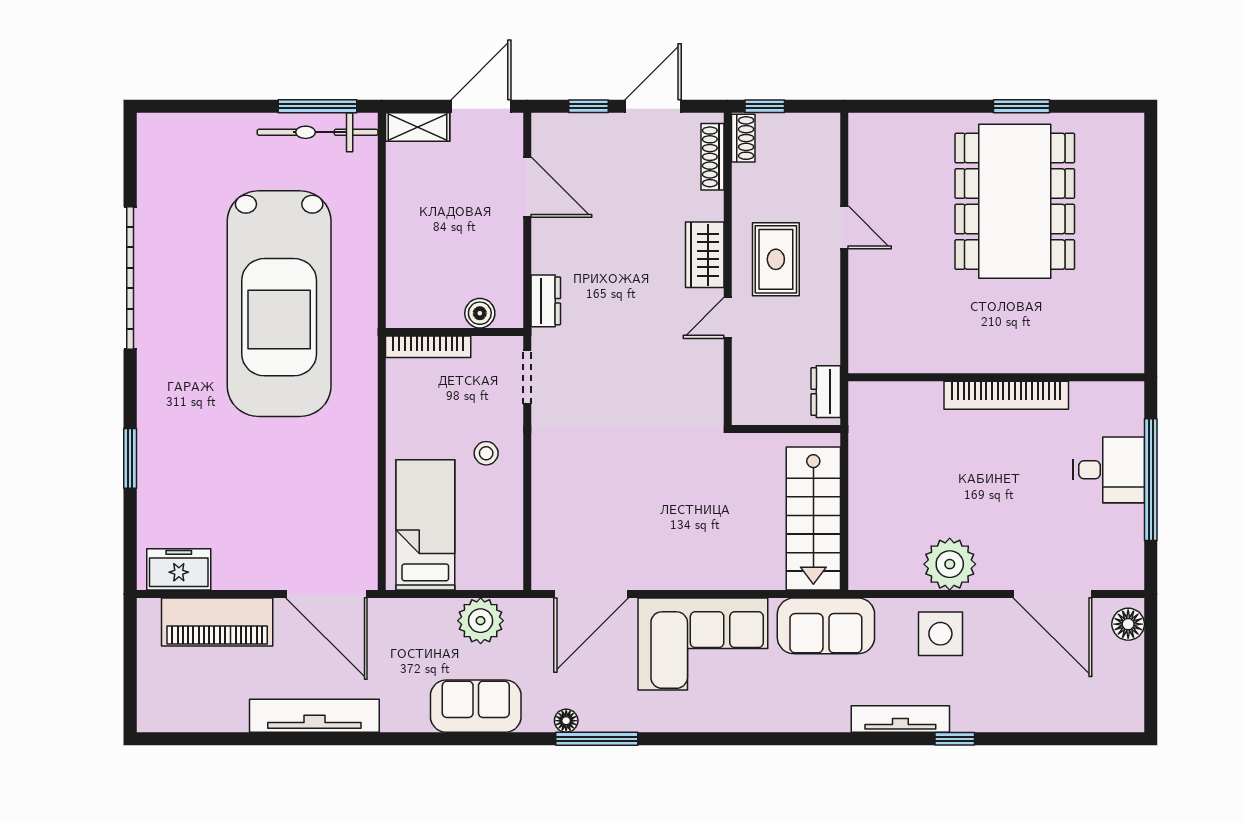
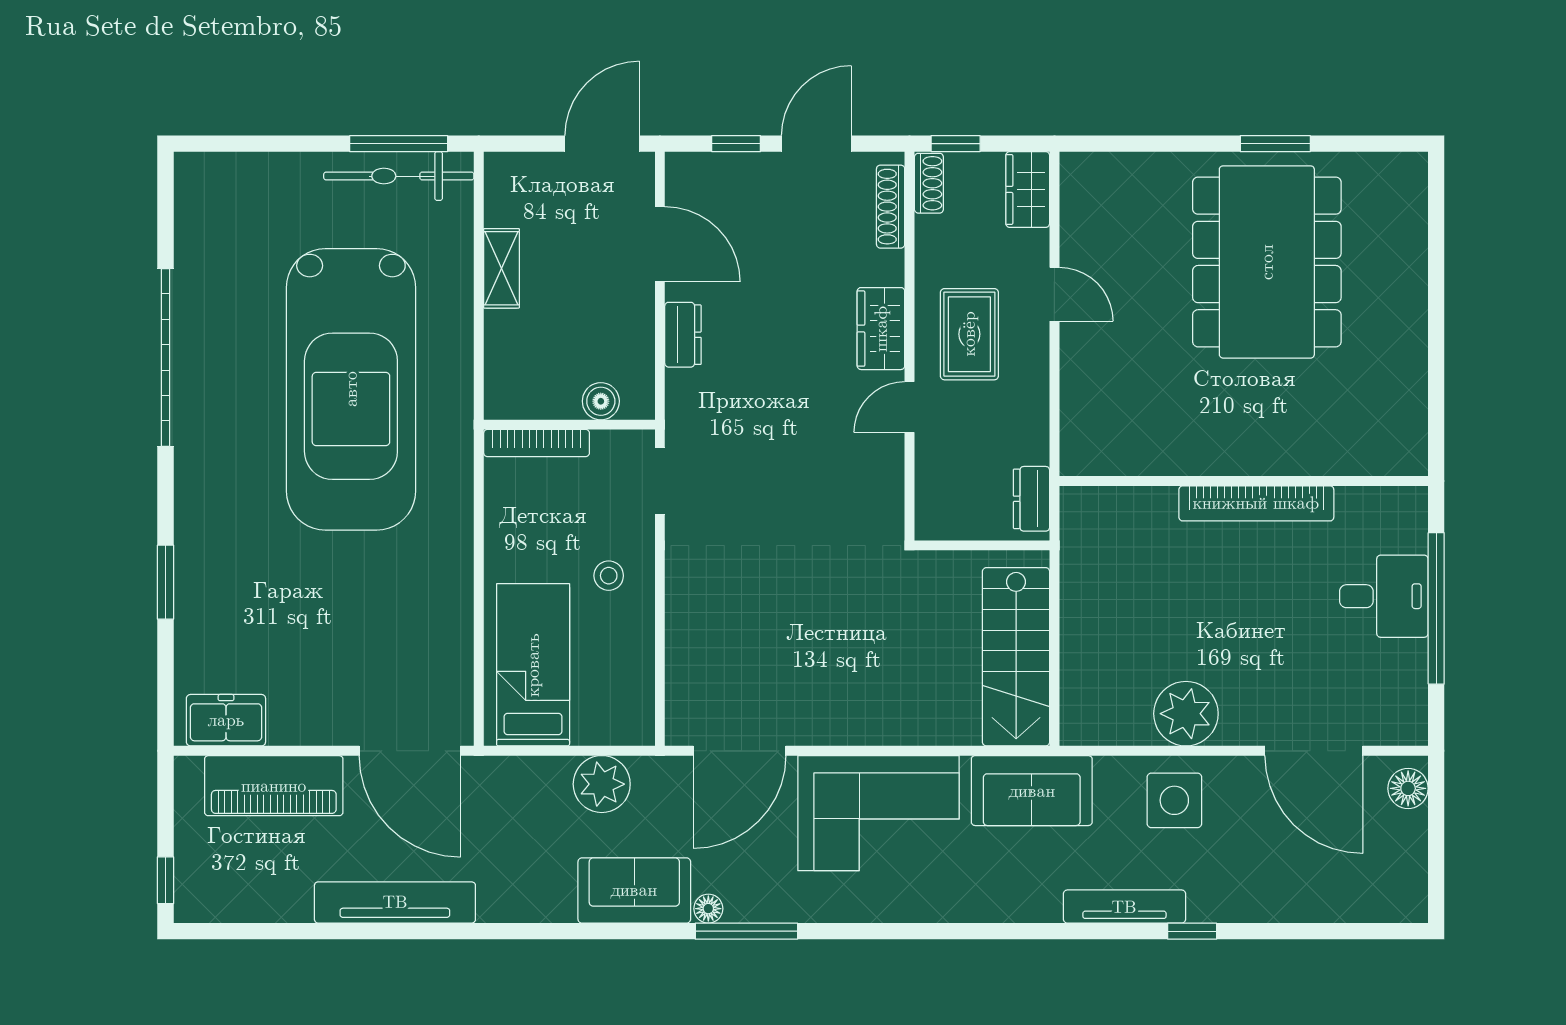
shelving: (418, 127) -> (501, 268), moved, turned 90
wardrobe: (823, 143) -> (1028, 189), added
dresser: (546, 301) -> (683, 335), moved
window: (130, 698) -> (165, 880), added
sofa: (476, 706) -> (634, 890), moved

